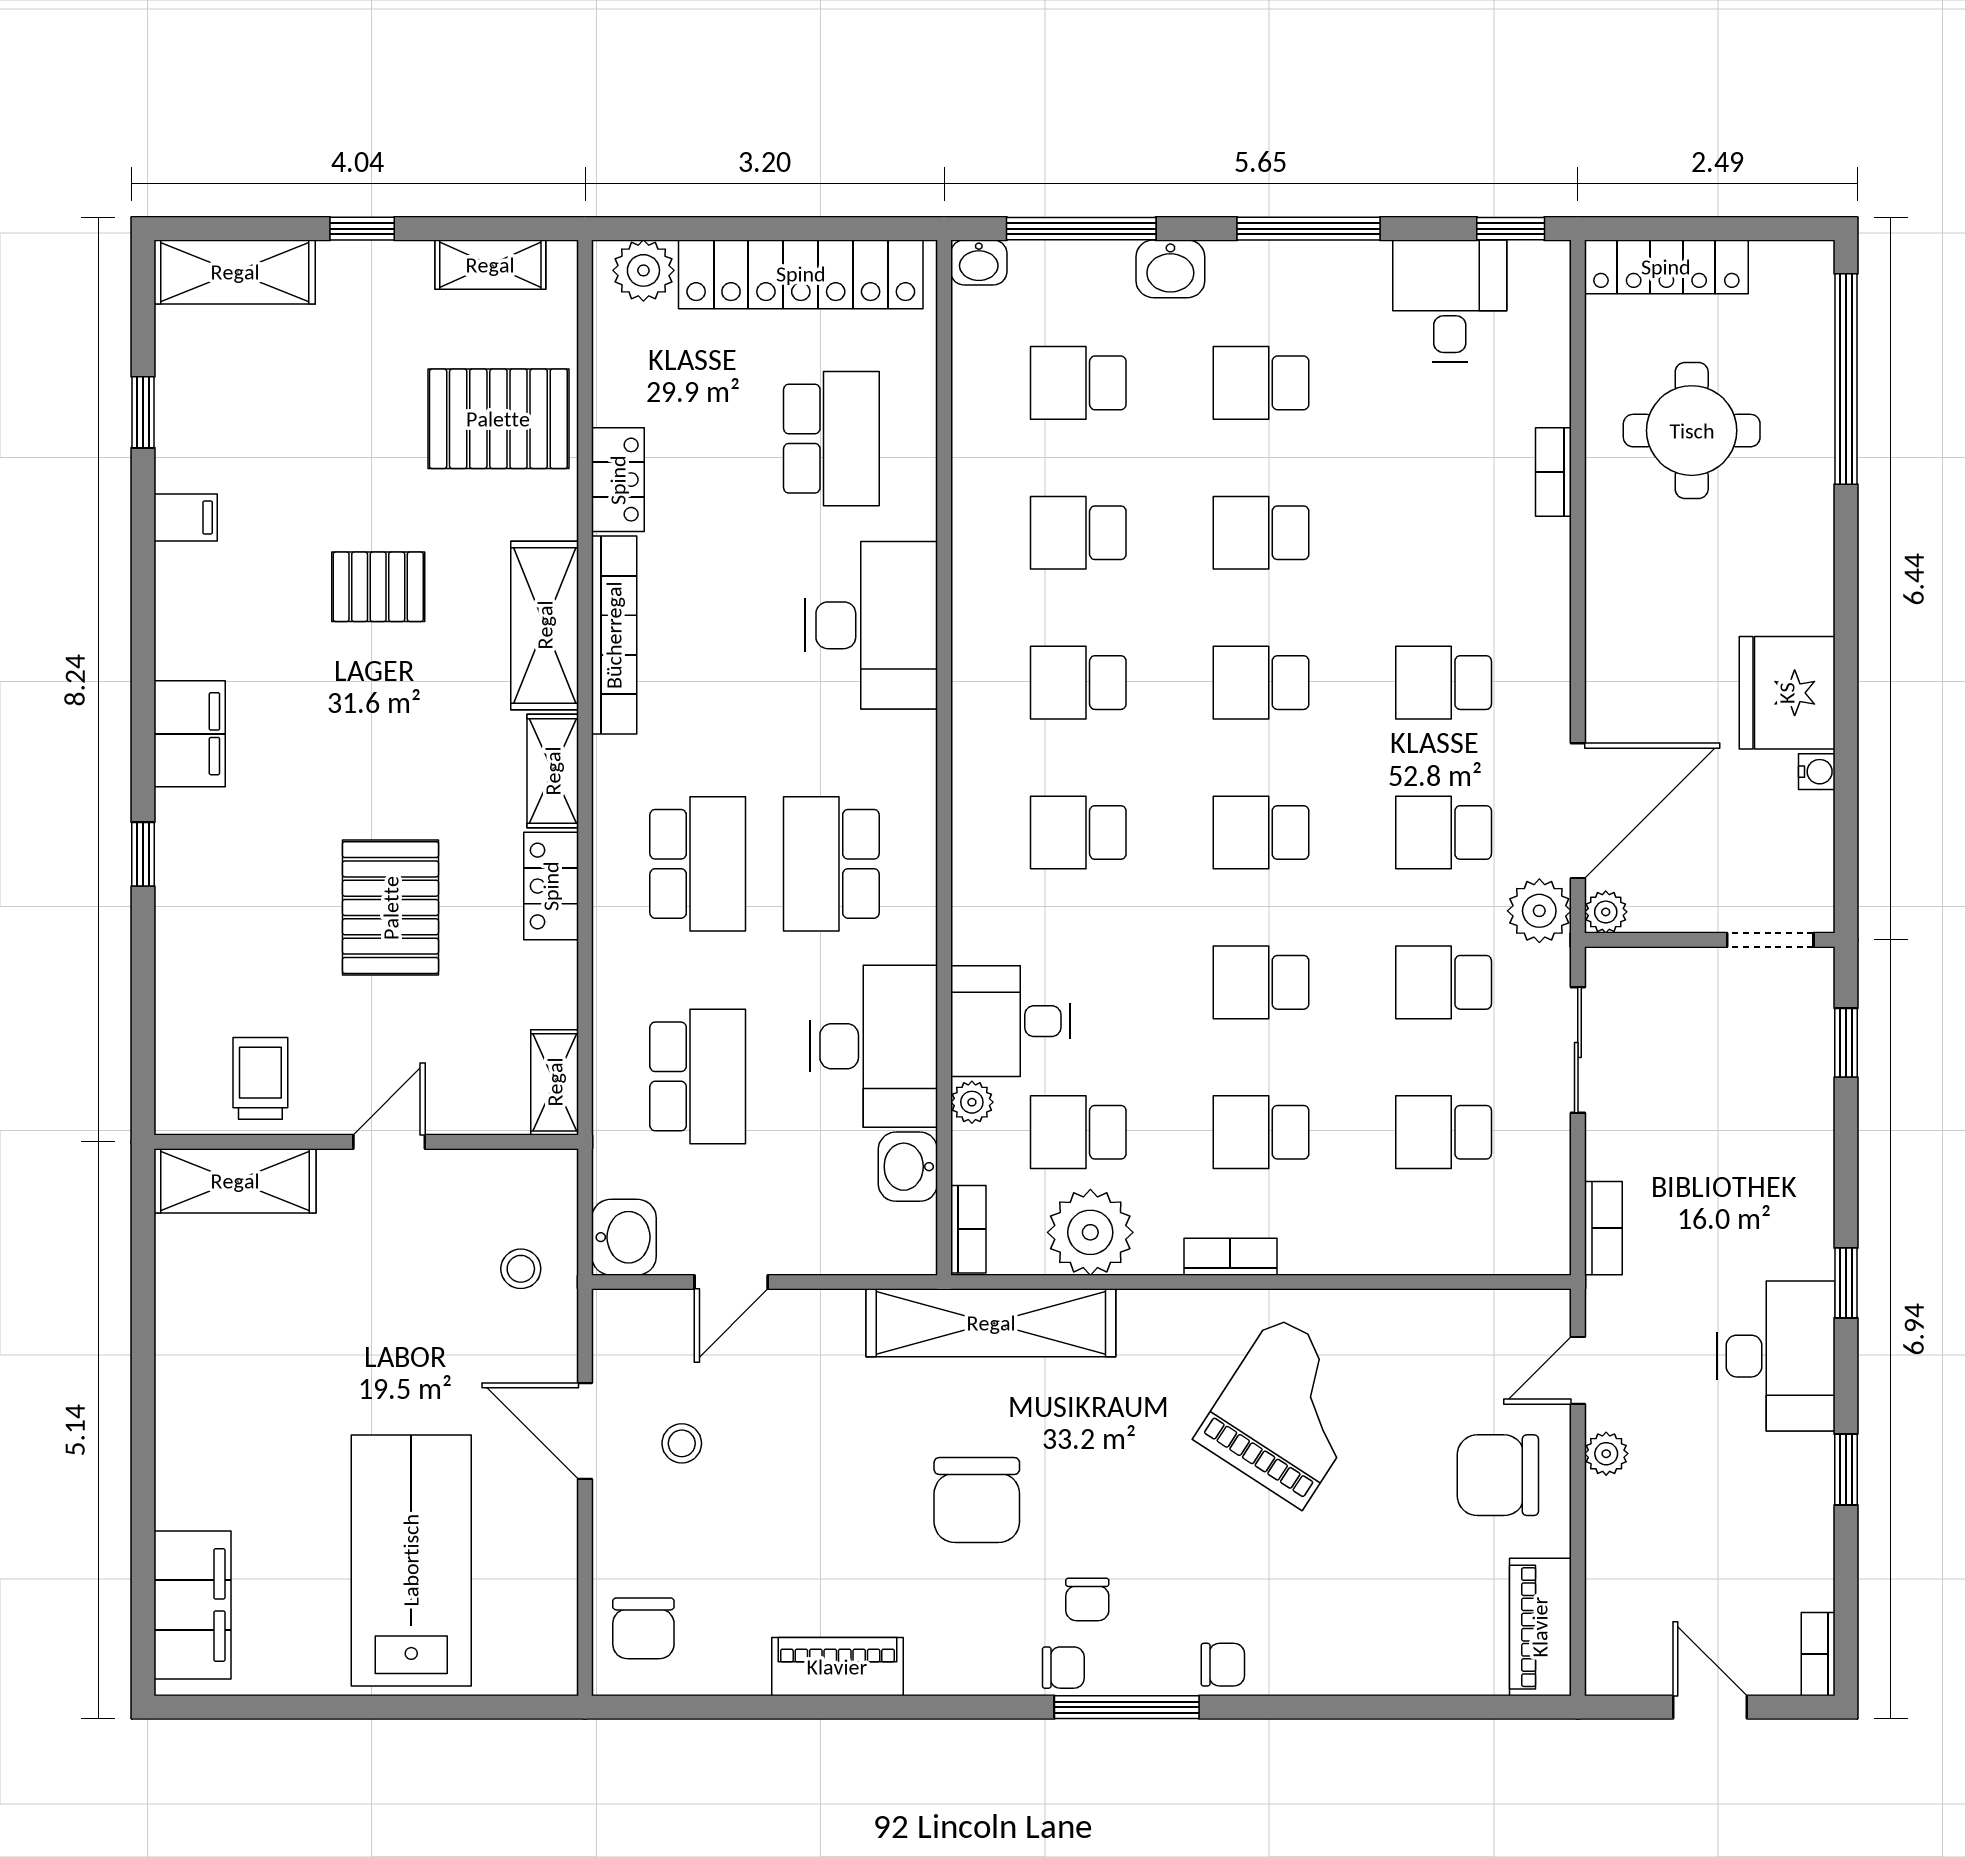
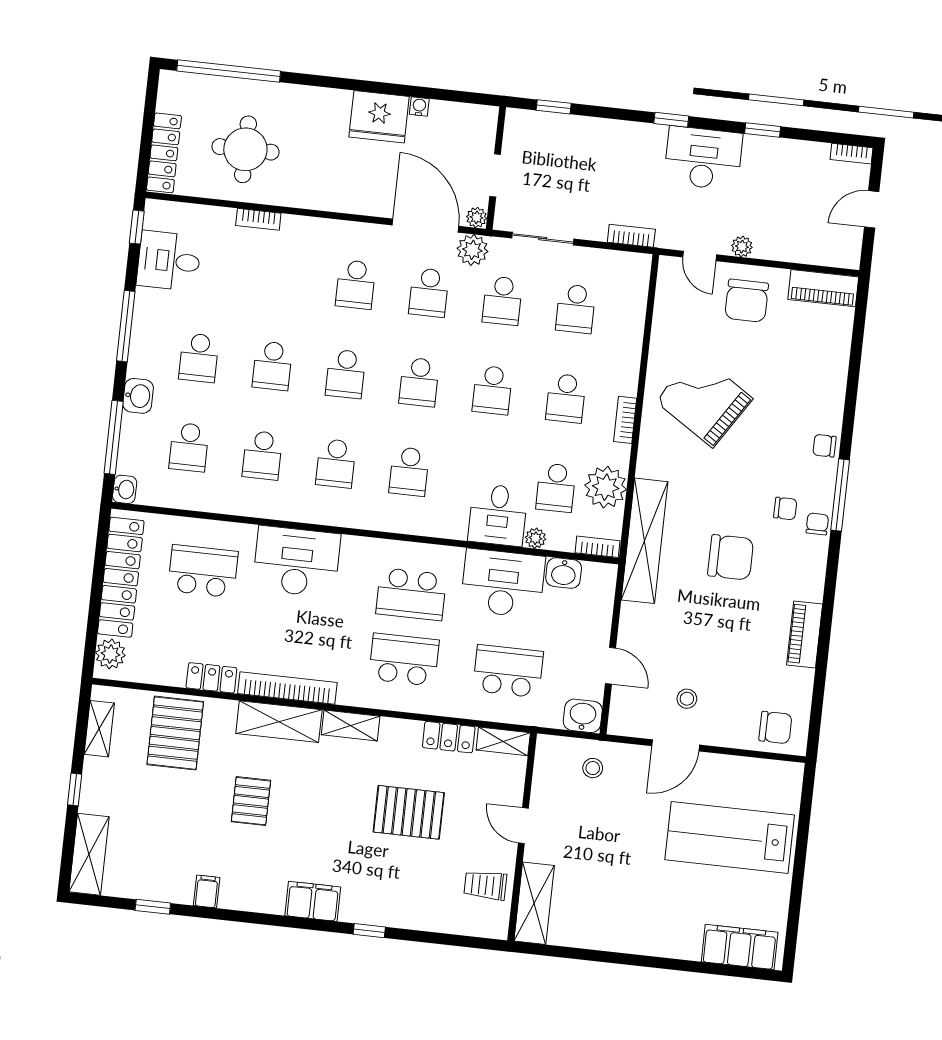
locker: (551, 886) -> (449, 737), moved
doorway: (1770, 940) -> (495, 175), moved
chair: (1223, 1665) -> (824, 446), turned -90

